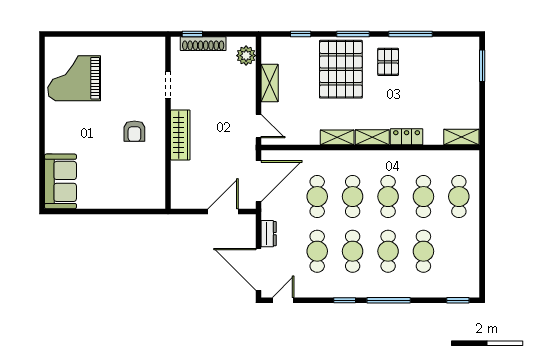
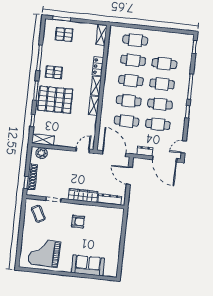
coffee table: (141, 61) -> (38, 214), added
pallet: (455, 72) -> (64, 35), added
grand piano: (74, 78) -> (44, 253), turned 92
shelving: (270, 83) -> (43, 140), moved
sofa: (60, 181) -> (88, 265), moved
dresser: (179, 182) -> (110, 199), added
door: (258, 269) -> (165, 159), hinge flipped
door: (283, 300) -> (184, 147), hinge flipped

